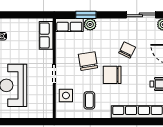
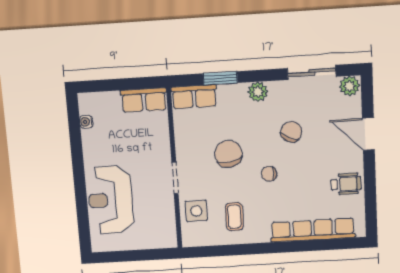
plant: (90, 24) -> (258, 92), moved
row of seats: (46, 35) -> (144, 100), moved, turned -90
chair: (112, 75) -> (269, 174), width x0.54, depth x0.54

